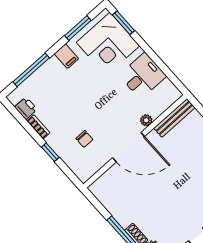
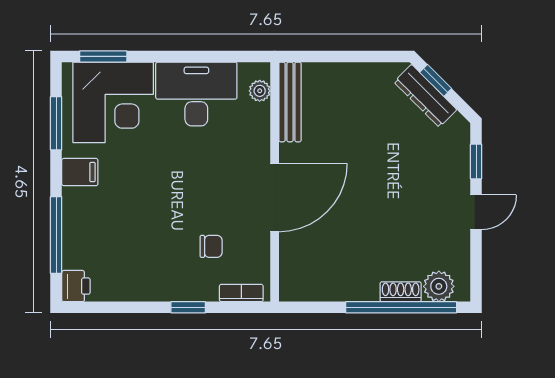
desk: (143, 76) -> (196, 94), width x1.37
printer: (26, 108) -> (76, 286), moved, turned 90
plant: (146, 120) -> (260, 91), moved
bookcase: (38, 127) -> (241, 293), moved

